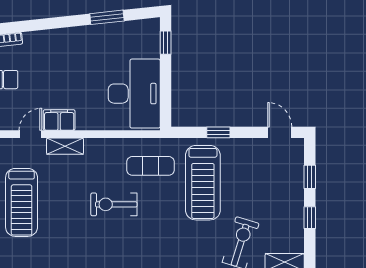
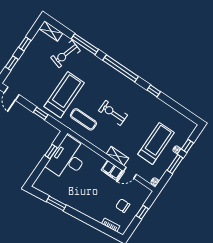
window: (166, 43) -> (51, 152), moved
exercise bike: (114, 204) -> (113, 113), turned 180

